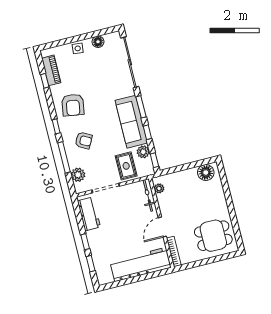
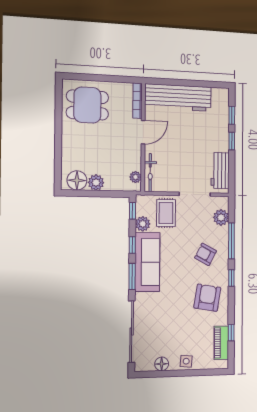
plant: (190, 175) -> (96, 183), added

